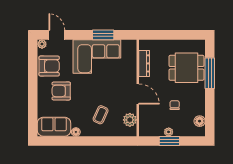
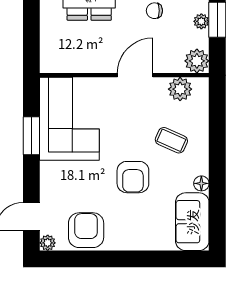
corner sofa: (97, 56) -> (69, 119), moved
dresser: (144, 63) -> (82, 64), removed
armchair: (61, 91) -> (133, 177), moved
plant: (146, 129) -> (197, 61), added

